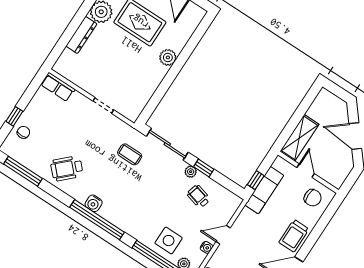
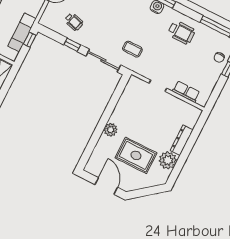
row of seats: (58, 87) -> (186, 92), moved
wheelchair: (67, 168) -> (181, 32), turned 44
plant: (191, 172) -> (82, 41), removed

